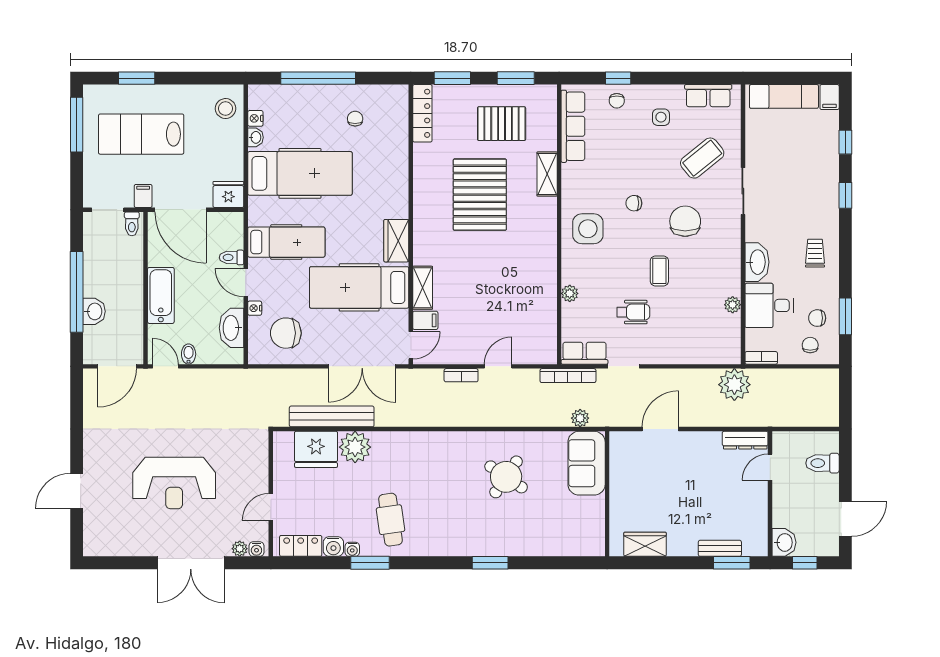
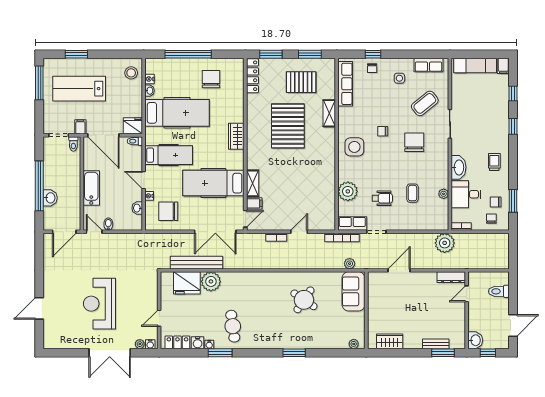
chair: (355, 119) -> (211, 79), width x1.87, depth x1.87
wardrobe: (396, 241) -> (236, 136), moved
toilet: (232, 257) -> (135, 141), moved
coffee table: (659, 271) -> (412, 193), moved
plant: (570, 293) -> (348, 191), width x1.88, depth x1.88
washbasin: (232, 328) -> (137, 208), width x0.52, depth x0.69
reception desk: (174, 483) -> (99, 304), turned 90
plant: (587, 549) -> (354, 344), added

